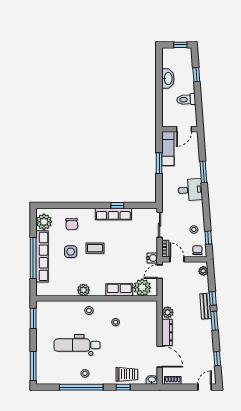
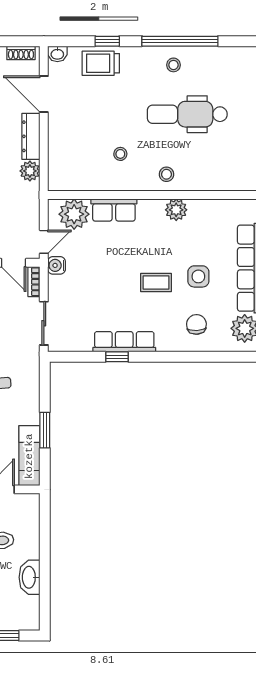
dental chair: (77, 345) -> (187, 114), turned 180

